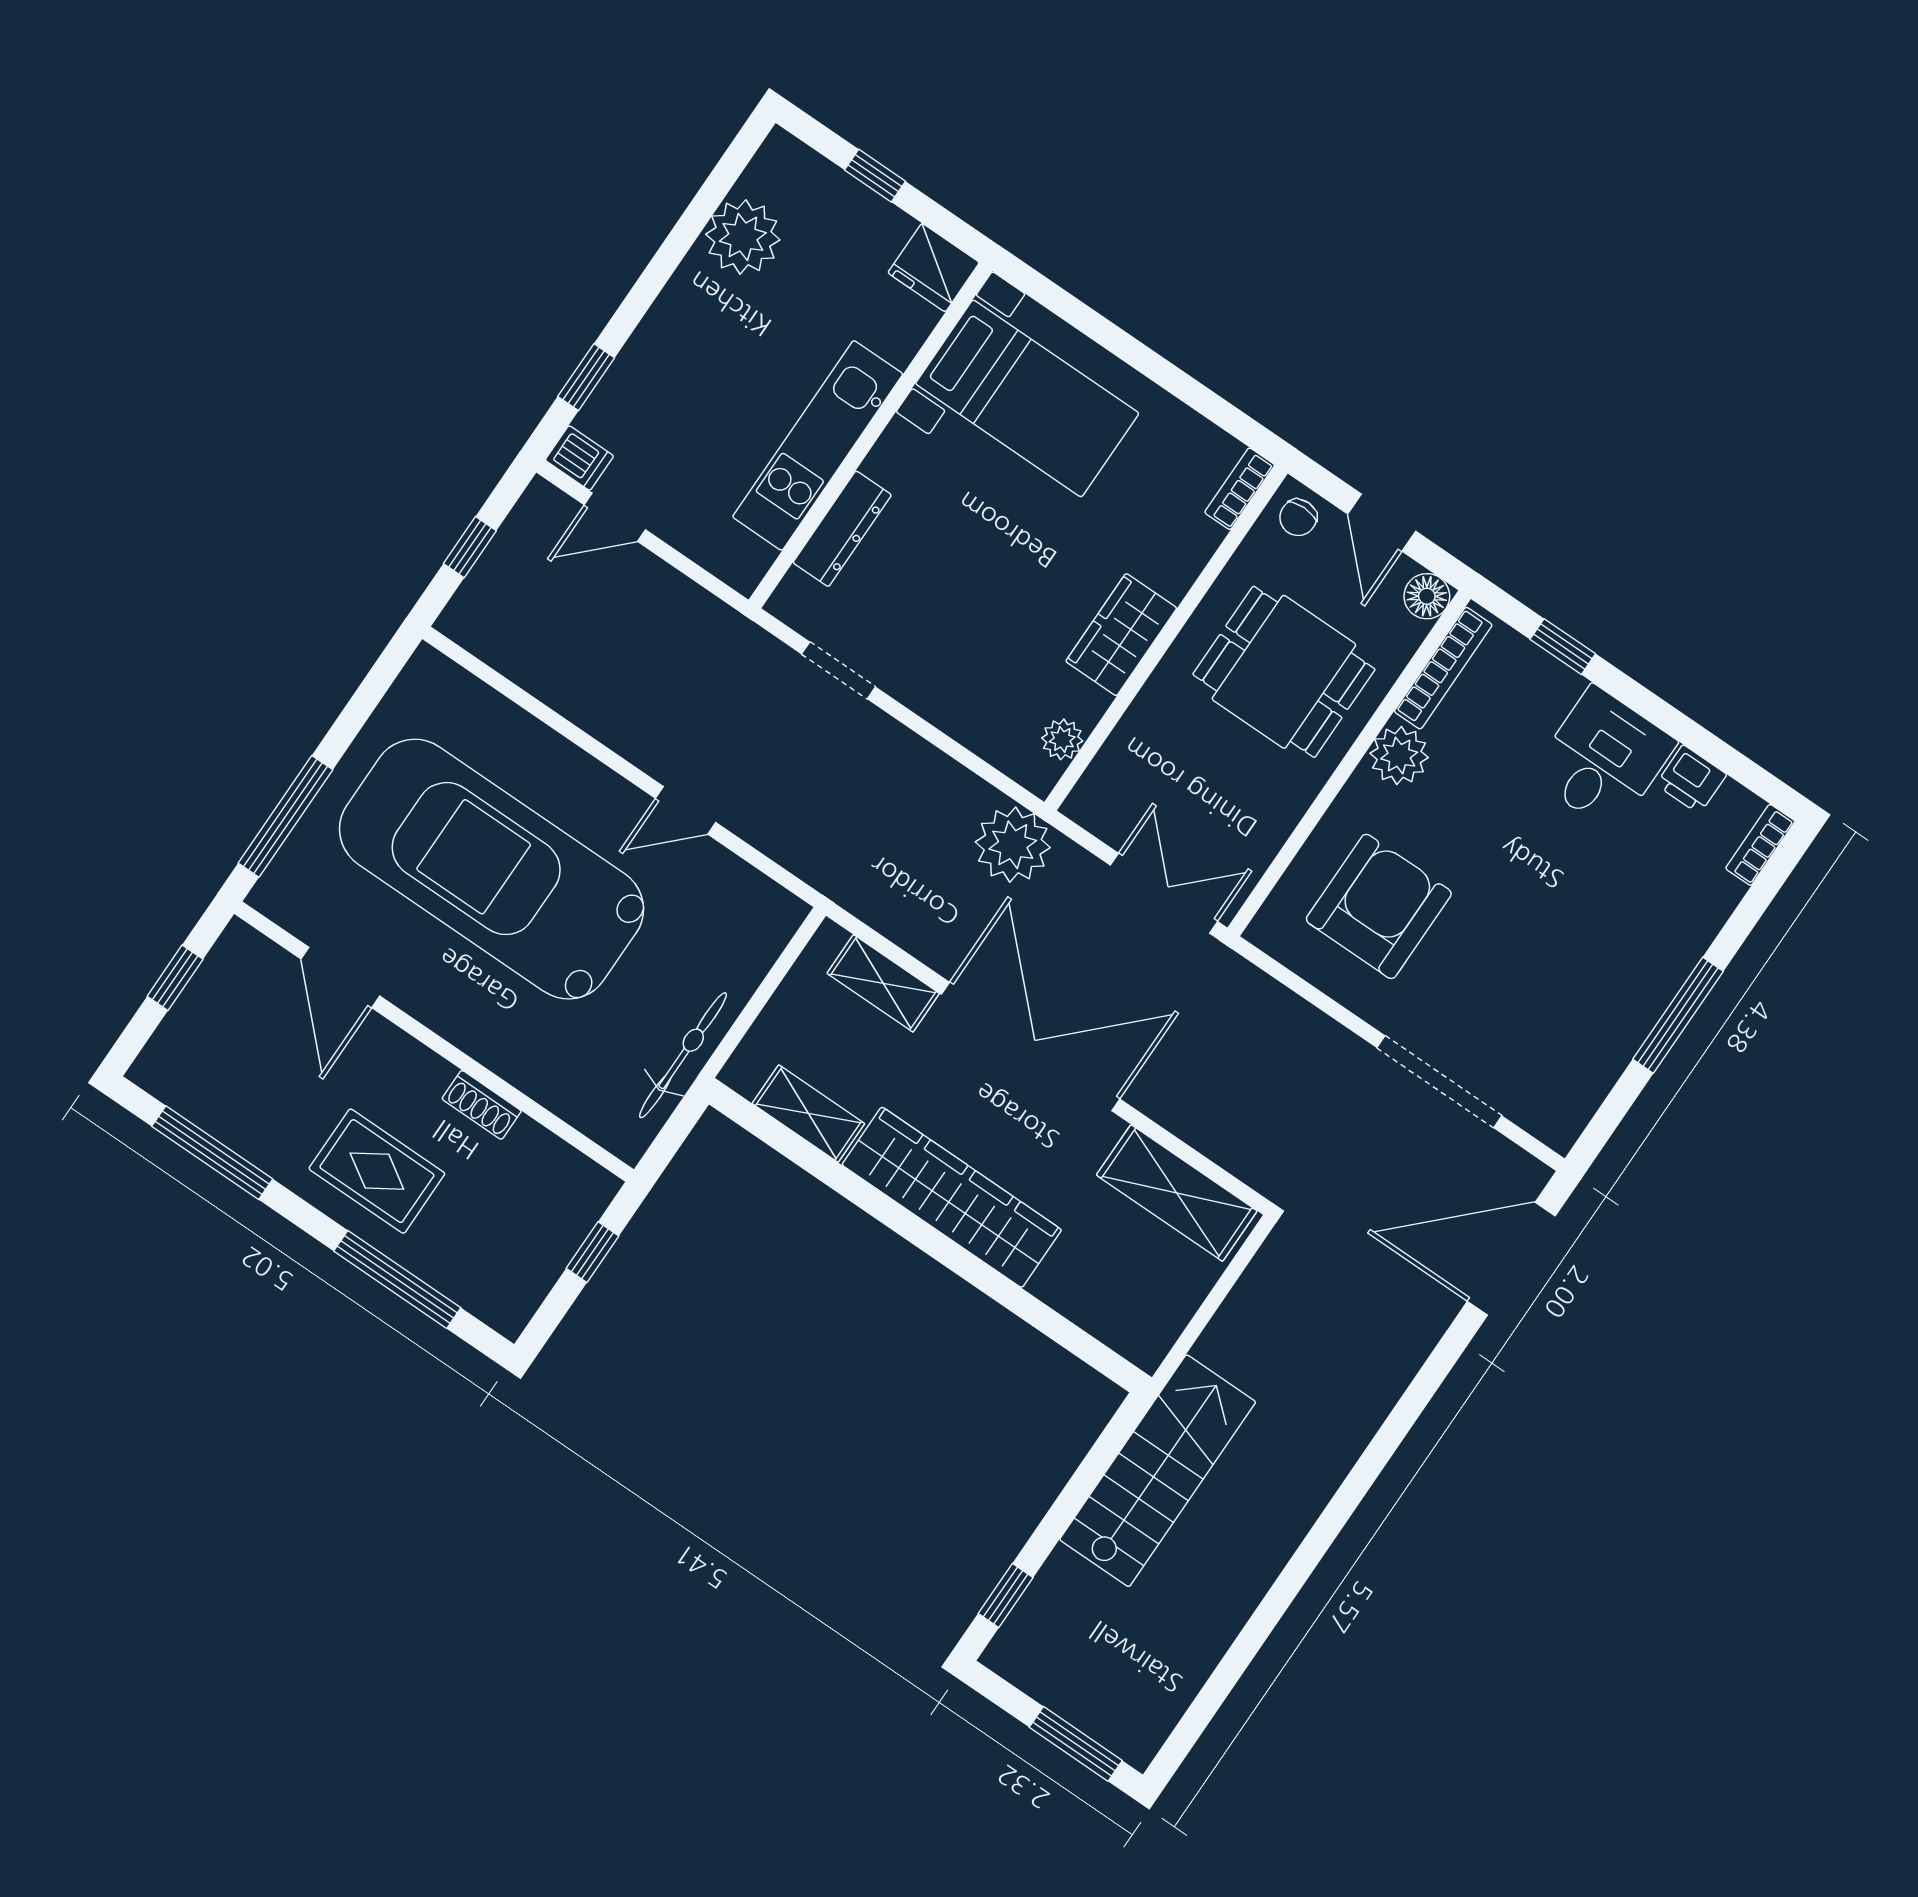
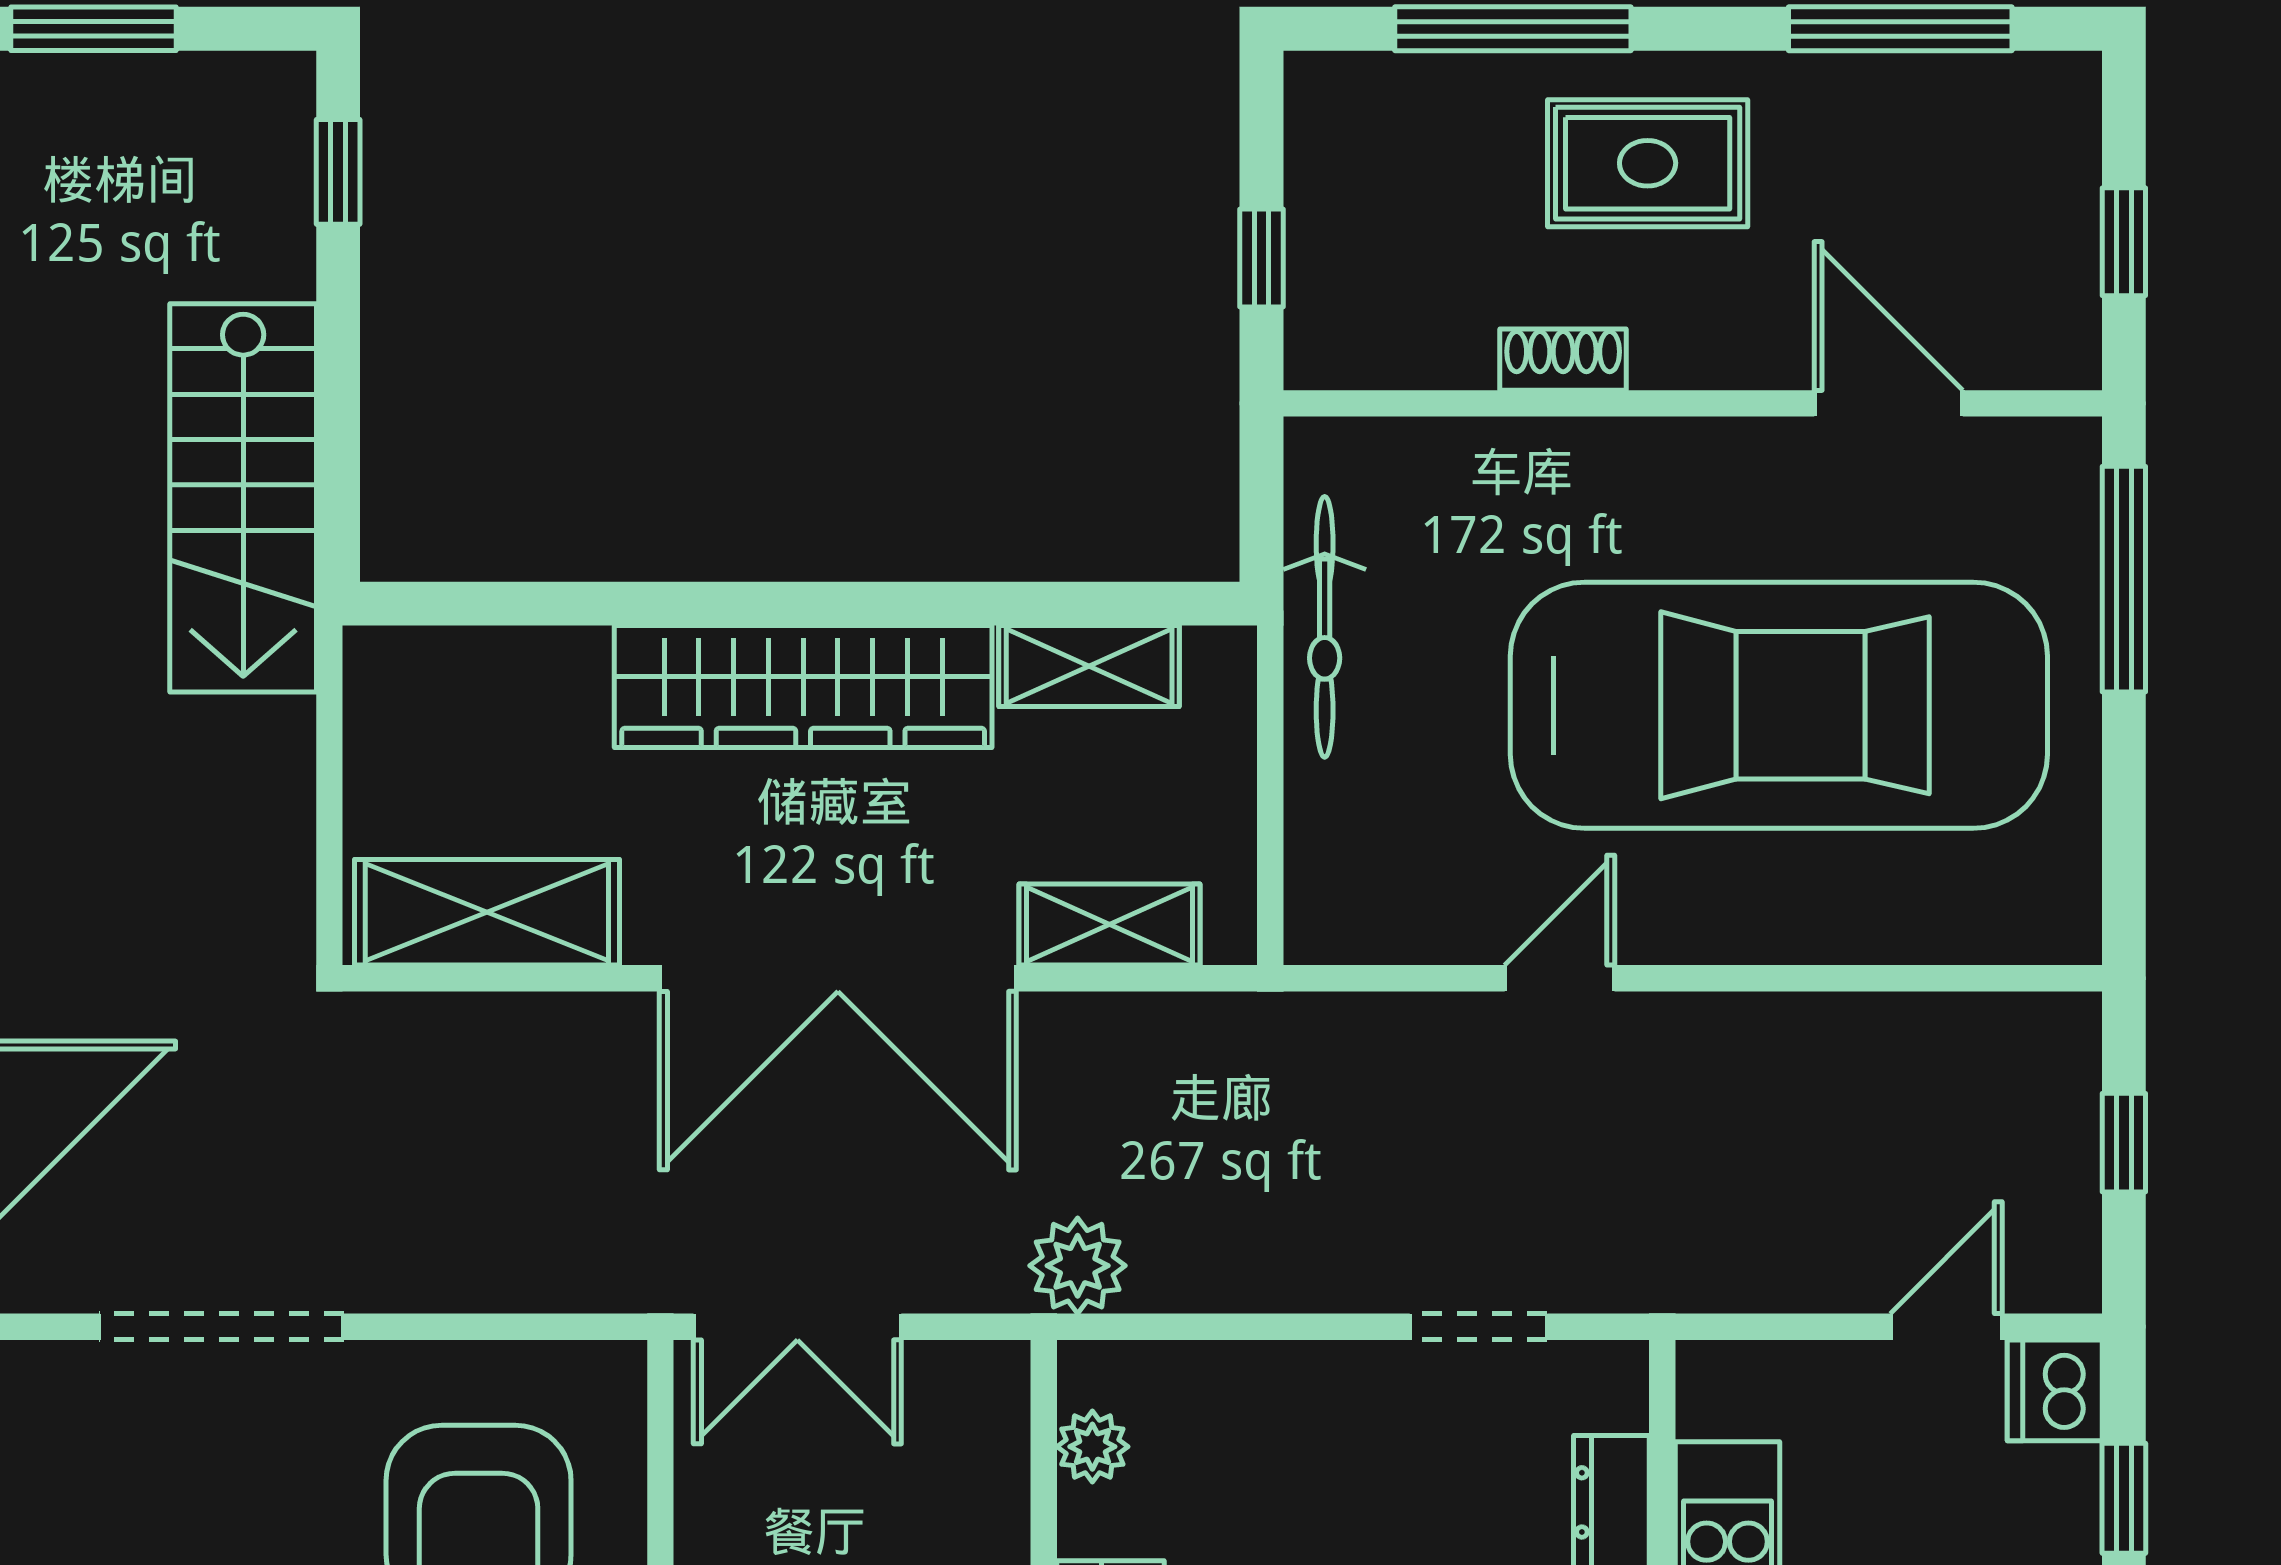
dishwasher: (579, 458) -> (2055, 1390), width x1.38
plant: (1013, 845) -> (1078, 1266), width x0.73, depth x0.73

